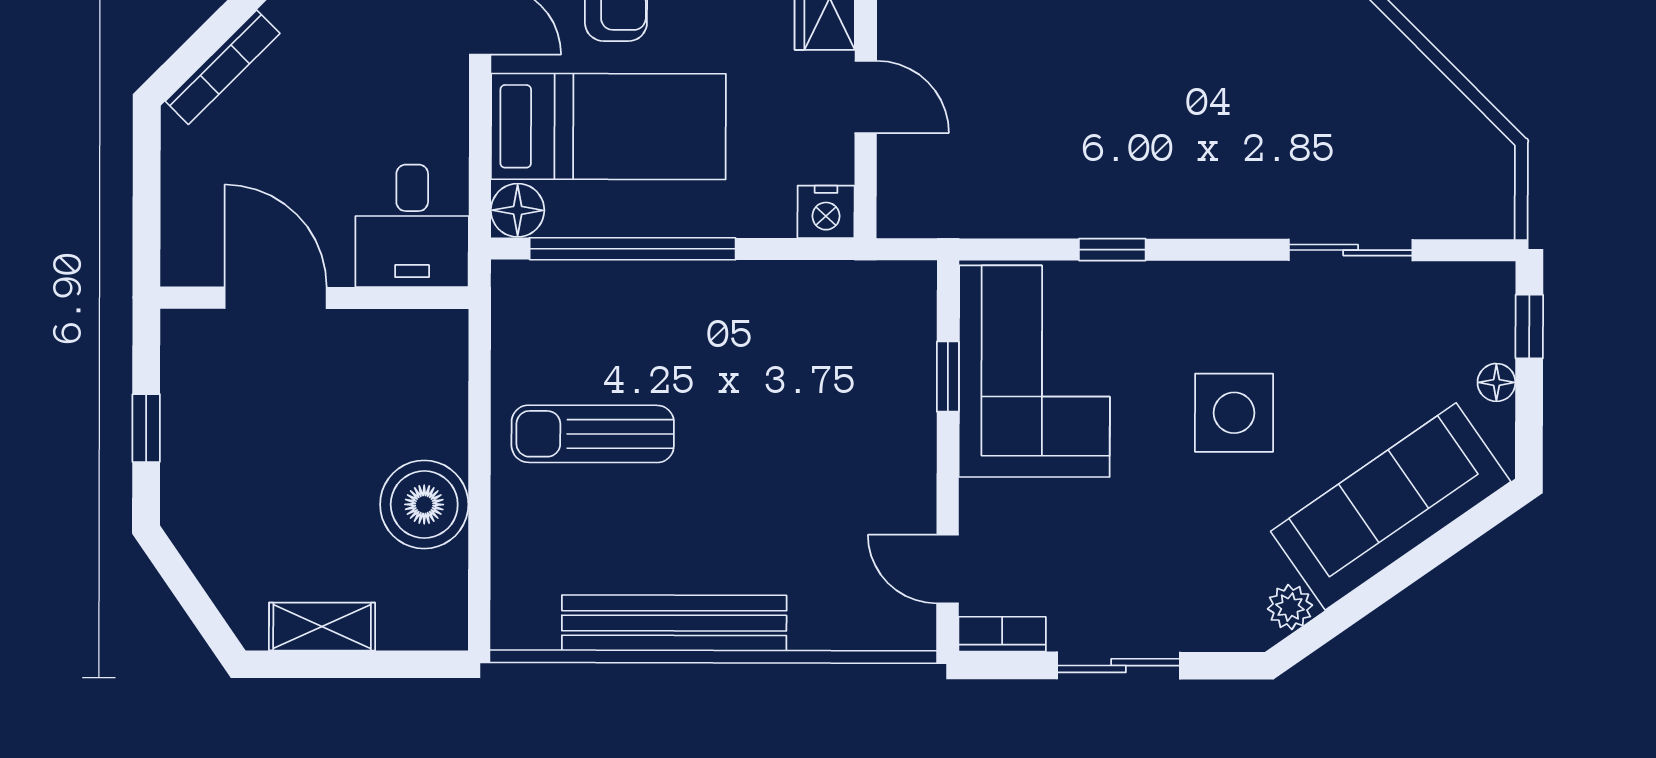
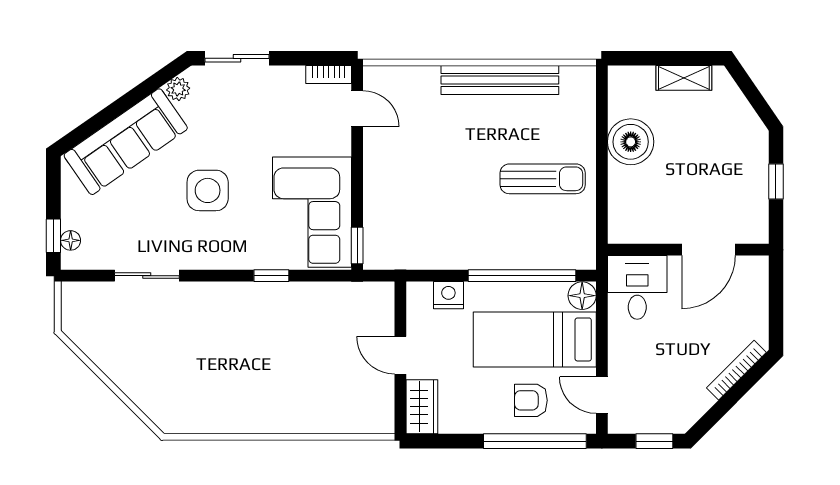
nightstand: (826, 212) -> (448, 295), moved
door: (276, 298) -> (708, 250), hinge flipped
window: (948, 377) -> (357, 245), moved
floor lamp: (1496, 382) -> (71, 240), moved
sliding door: (1119, 666) -> (237, 58), moved

